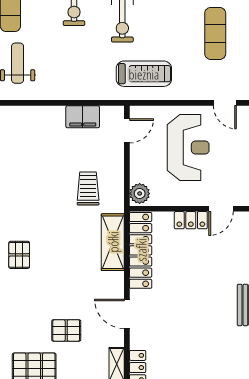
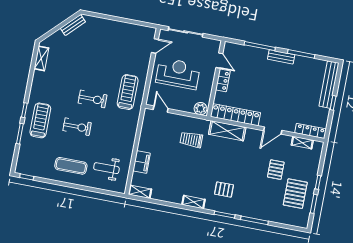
exercise mat: (215, 33) -> (111, 44), removed
filing cabinet: (83, 117) -> (142, 162), moved

